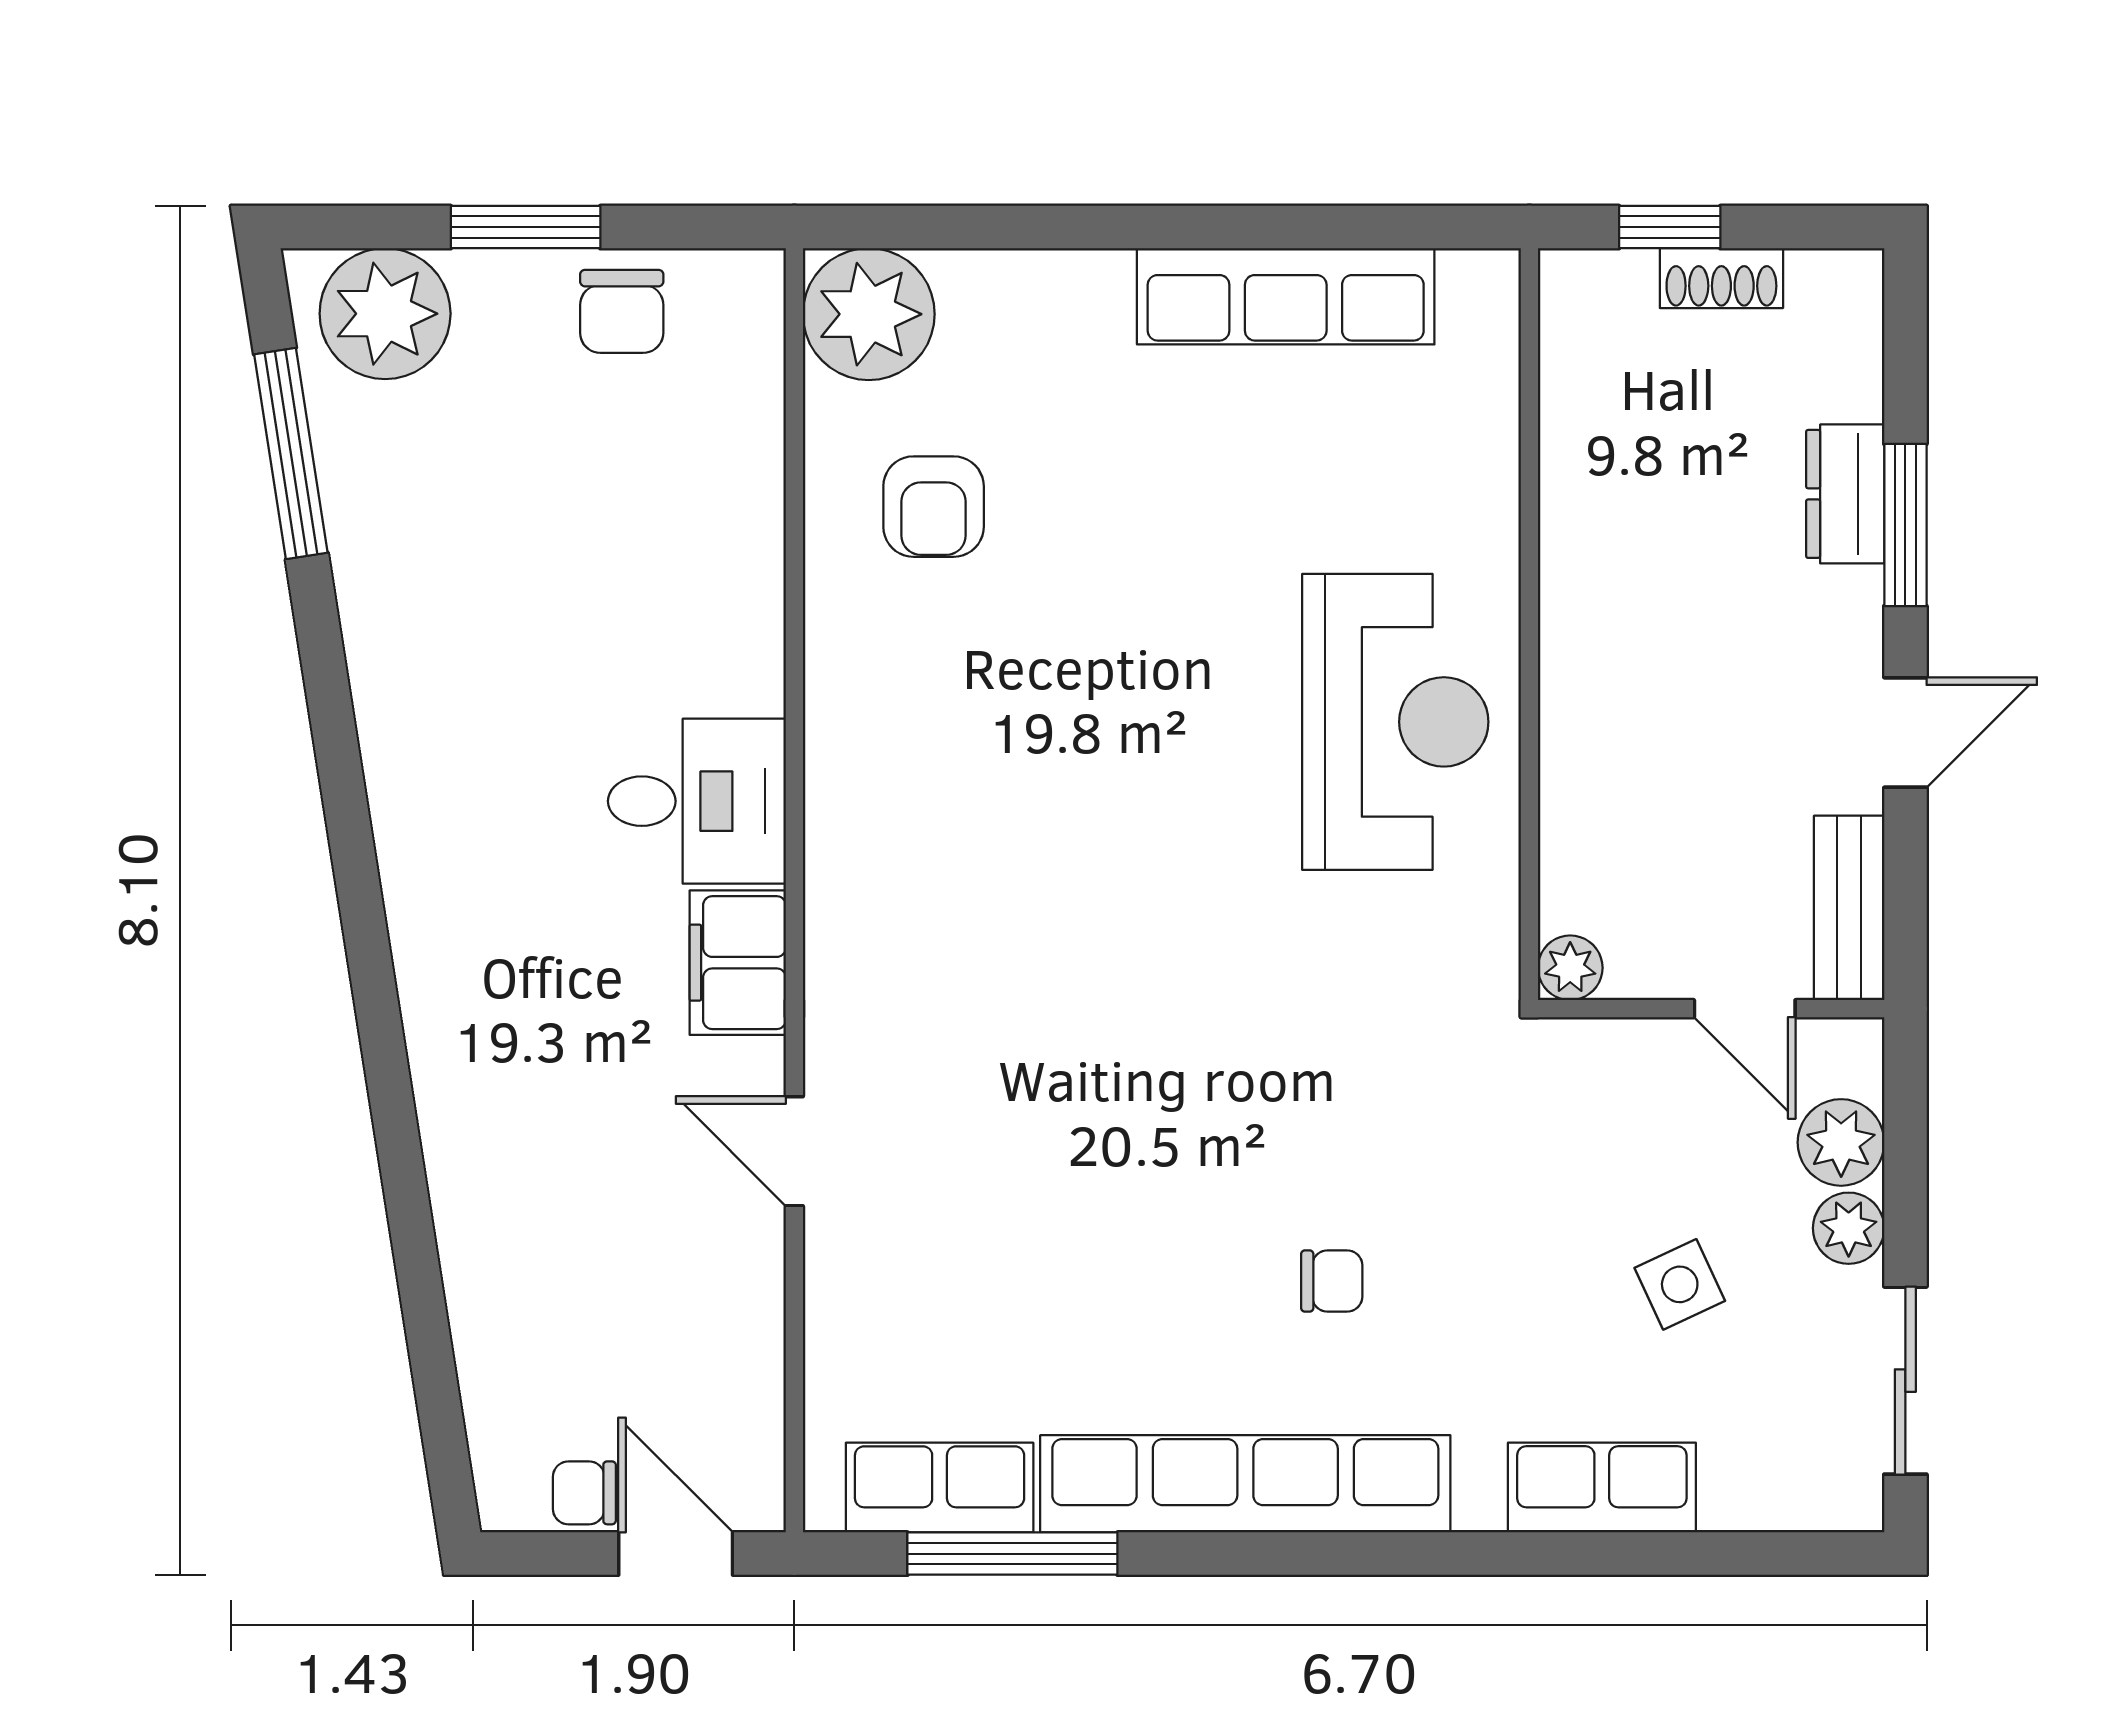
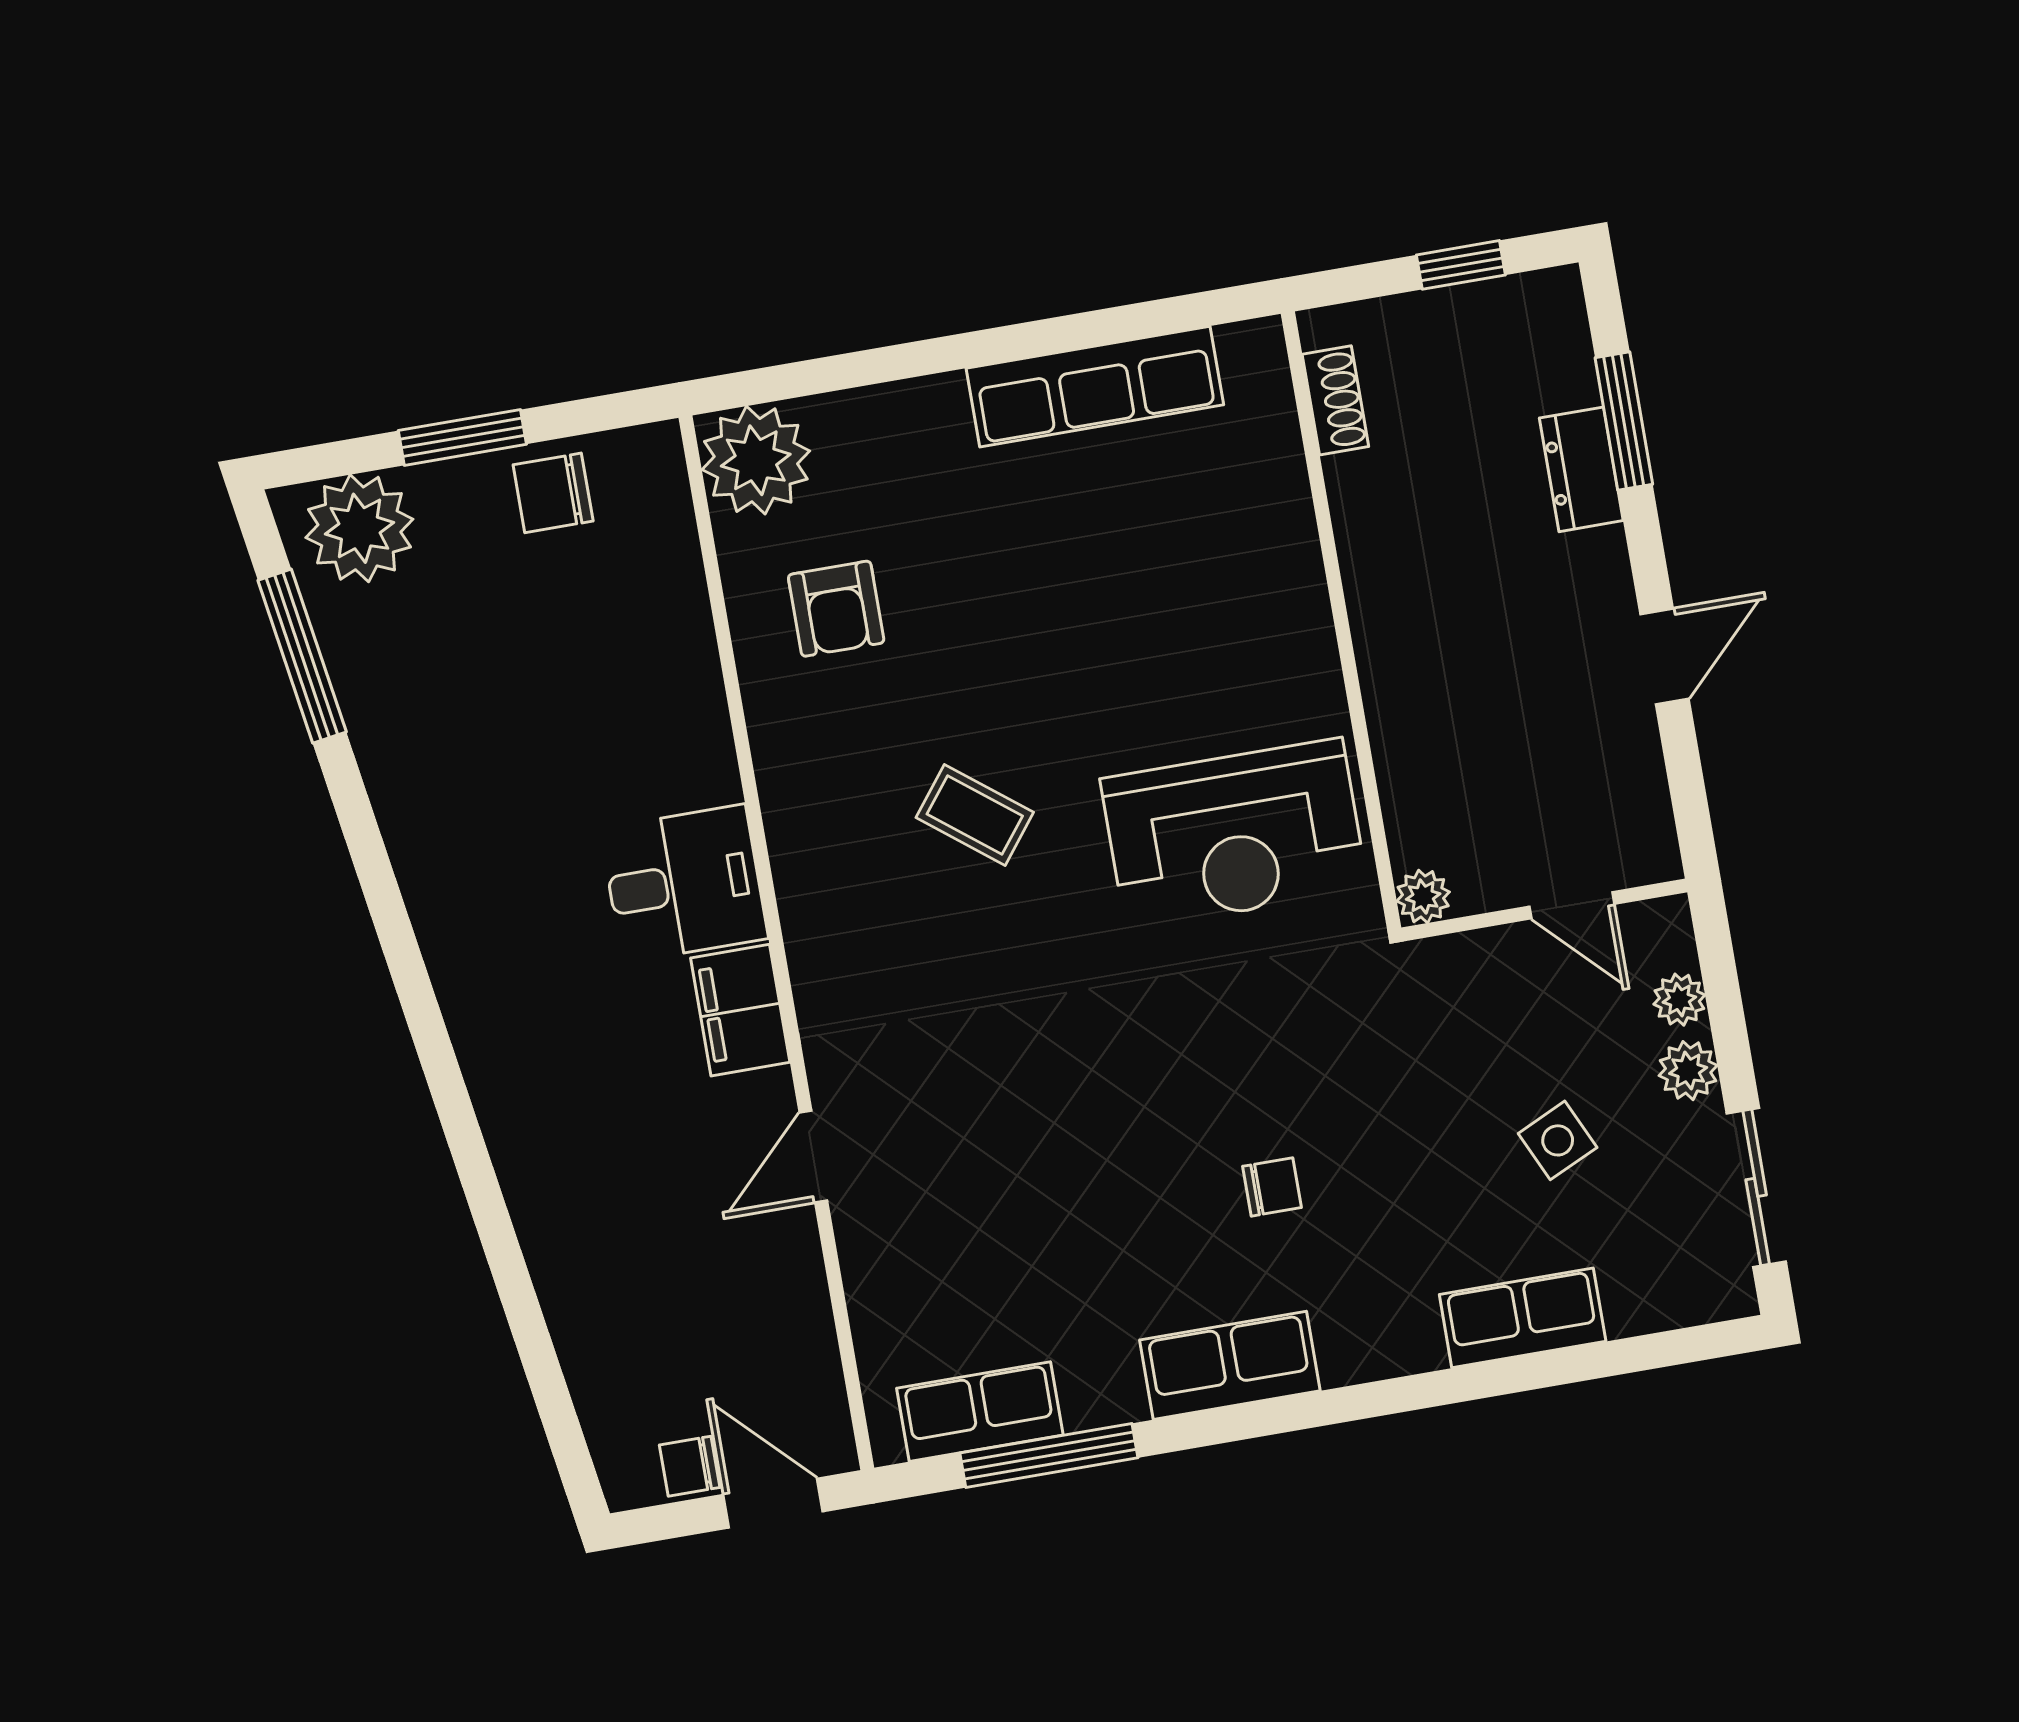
window: (1670, 227) -> (1461, 265), moved
shoe rack: (1721, 278) -> (1335, 400), moved, turned -90
chair: (622, 311) -> (553, 493), turned 90
window: (1905, 525) -> (1624, 421), moved
reception desk: (1395, 722) -> (1234, 834), moved, turned 90
coffee table: (1056, 779) -> (975, 815), added
bench: (1849, 908) -> (1643, 808), removed
plant: (1841, 1142) -> (1679, 1000), width x0.73, depth x0.73
door: (794, 1151) -> (813, 1157), hinge flipped
row of seats: (1245, 1484) -> (1230, 1365), width x0.50

